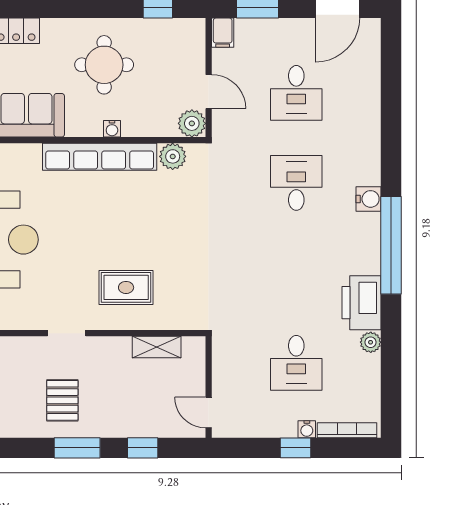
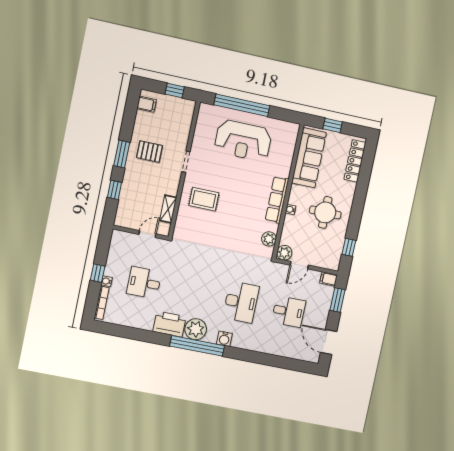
desk: (296, 93) -> (289, 312), turned 180
row of seats: (100, 157) -> (277, 200), width x0.73
desk: (296, 183) -> (241, 302), width x1.37
rug: (126, 287) -> (204, 199), turned 90
plant: (371, 342) -> (196, 329), moved, width x1.88, depth x1.88
door: (209, 413) -> (147, 234), moved

